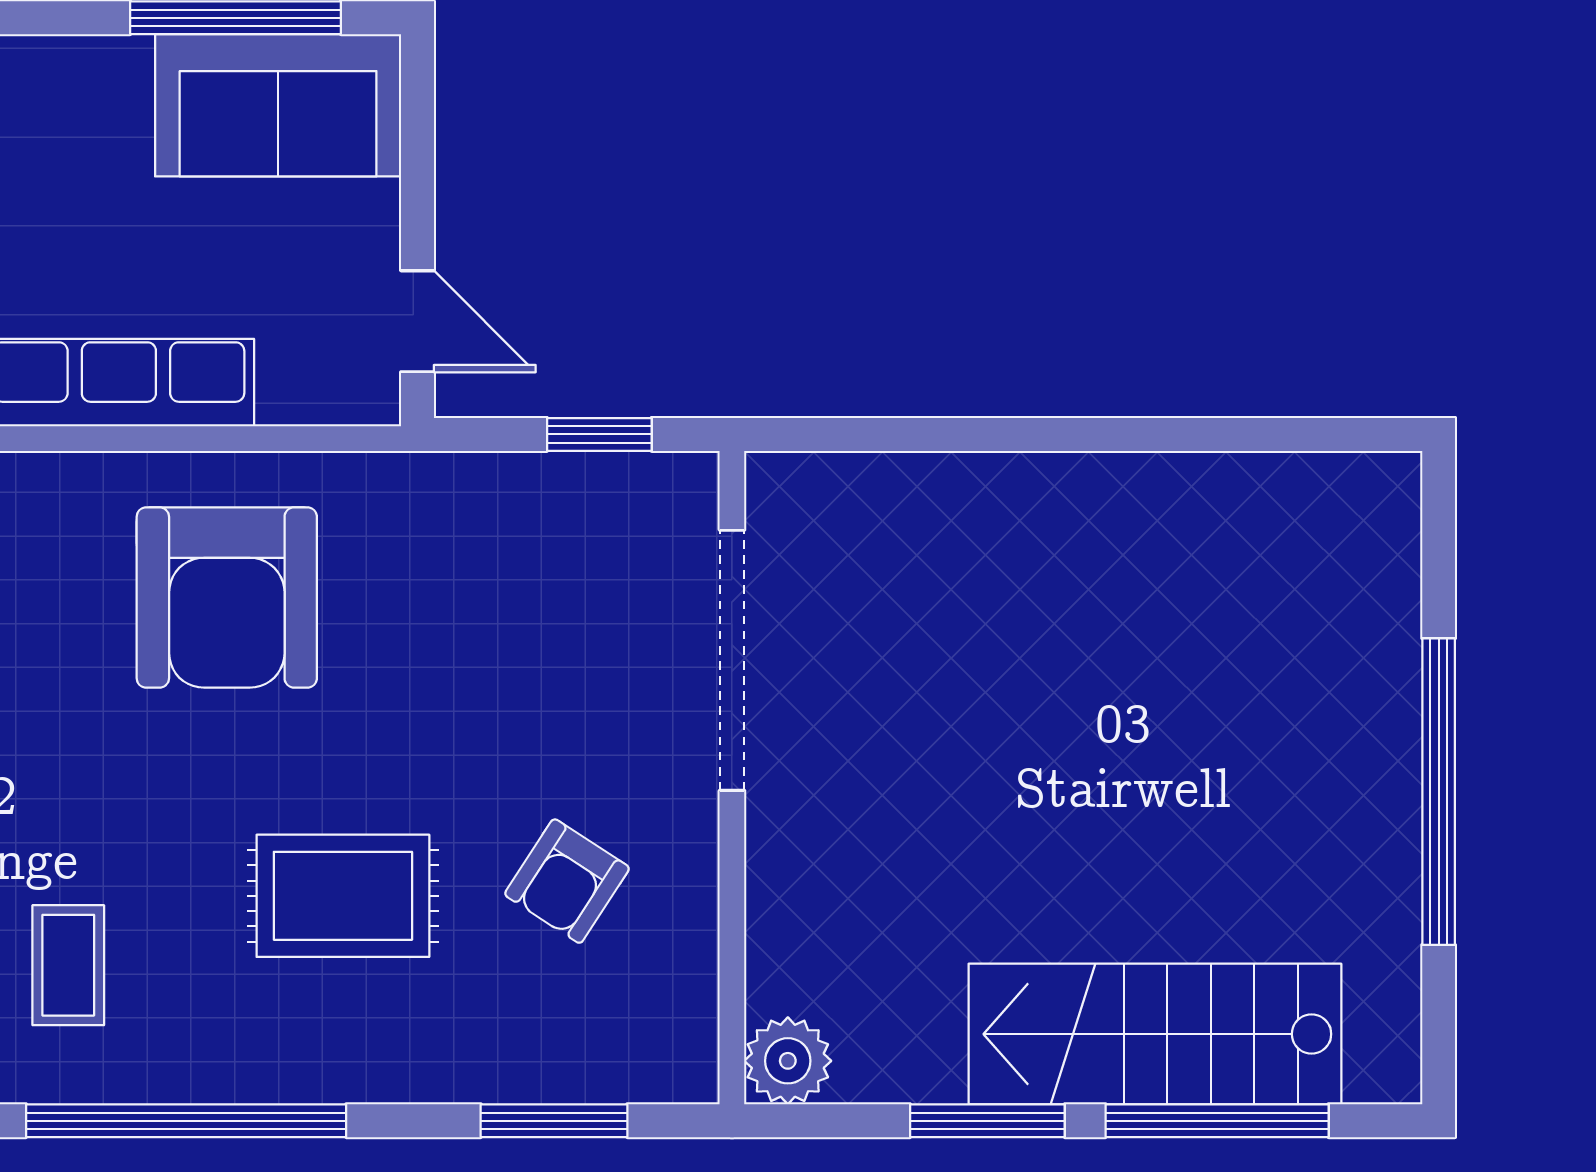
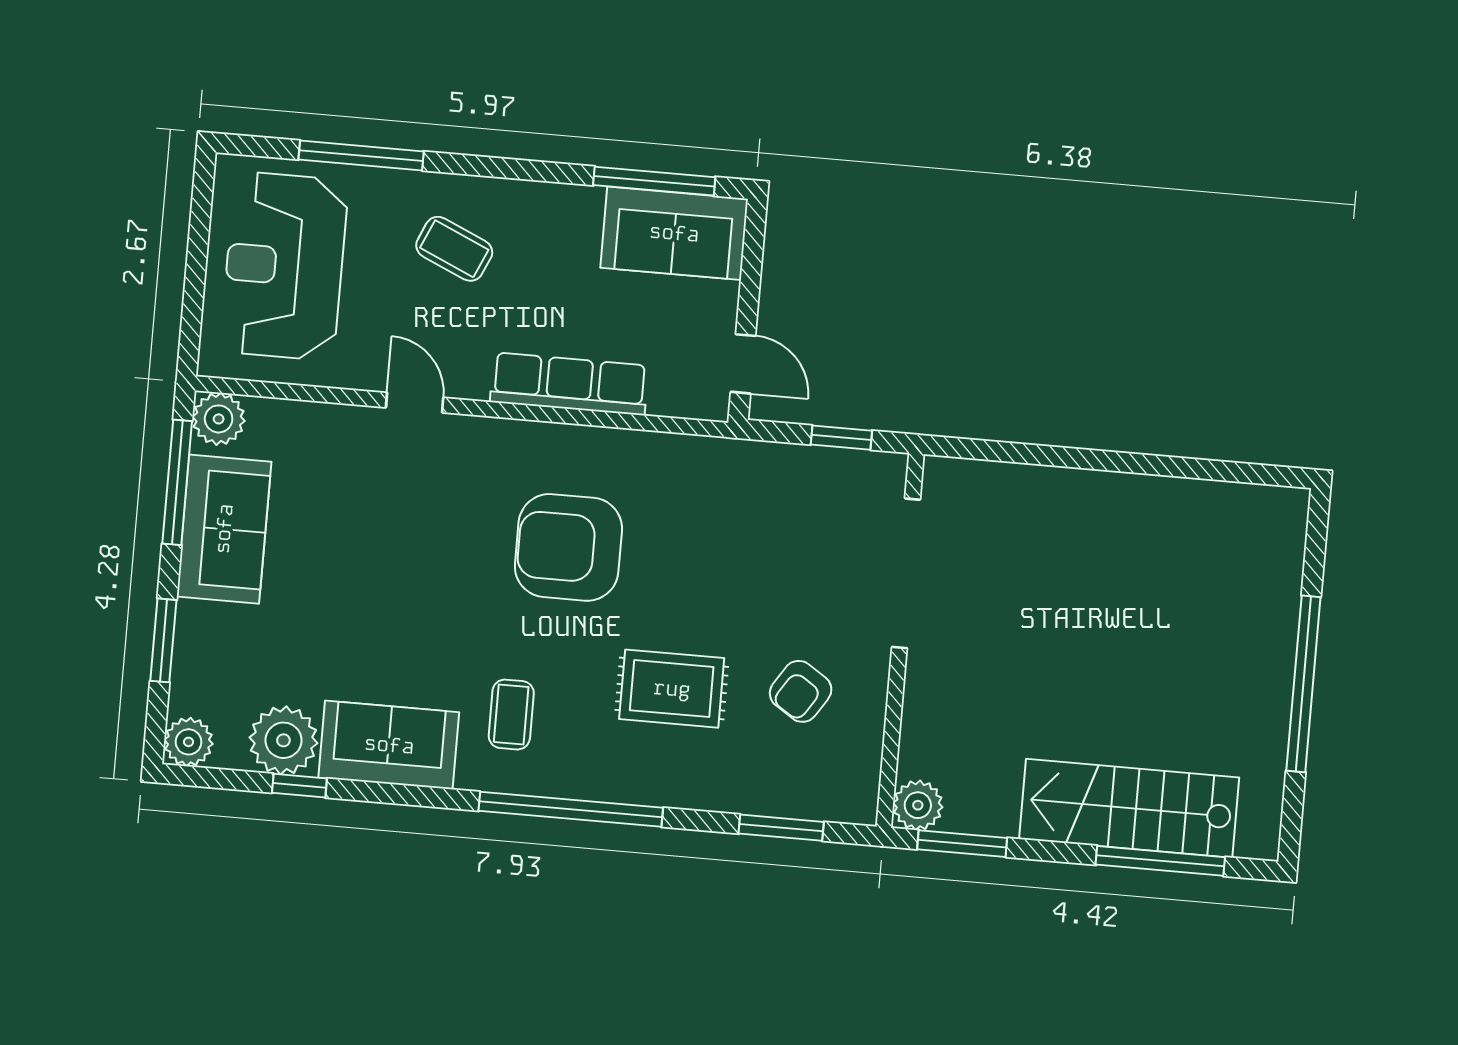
armchair: (227, 597) -> (568, 547), moved, turned 90
window: (987, 1121) -> (962, 844), moved

